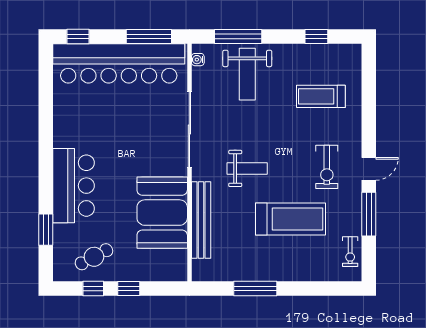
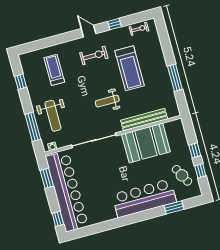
window: (149, 37) -> (47, 178), width x0.69
weight bench: (247, 74) -> (53, 116), turned 90
treadmill: (321, 96) -> (54, 70), turned 180
weight bench: (247, 168) -> (107, 101), turned -90
bar counter: (74, 186) -> (144, 198), width x1.36
window: (369, 214) -> (114, 24), width x0.46
treadmill: (291, 219) -> (130, 68), turned 180

